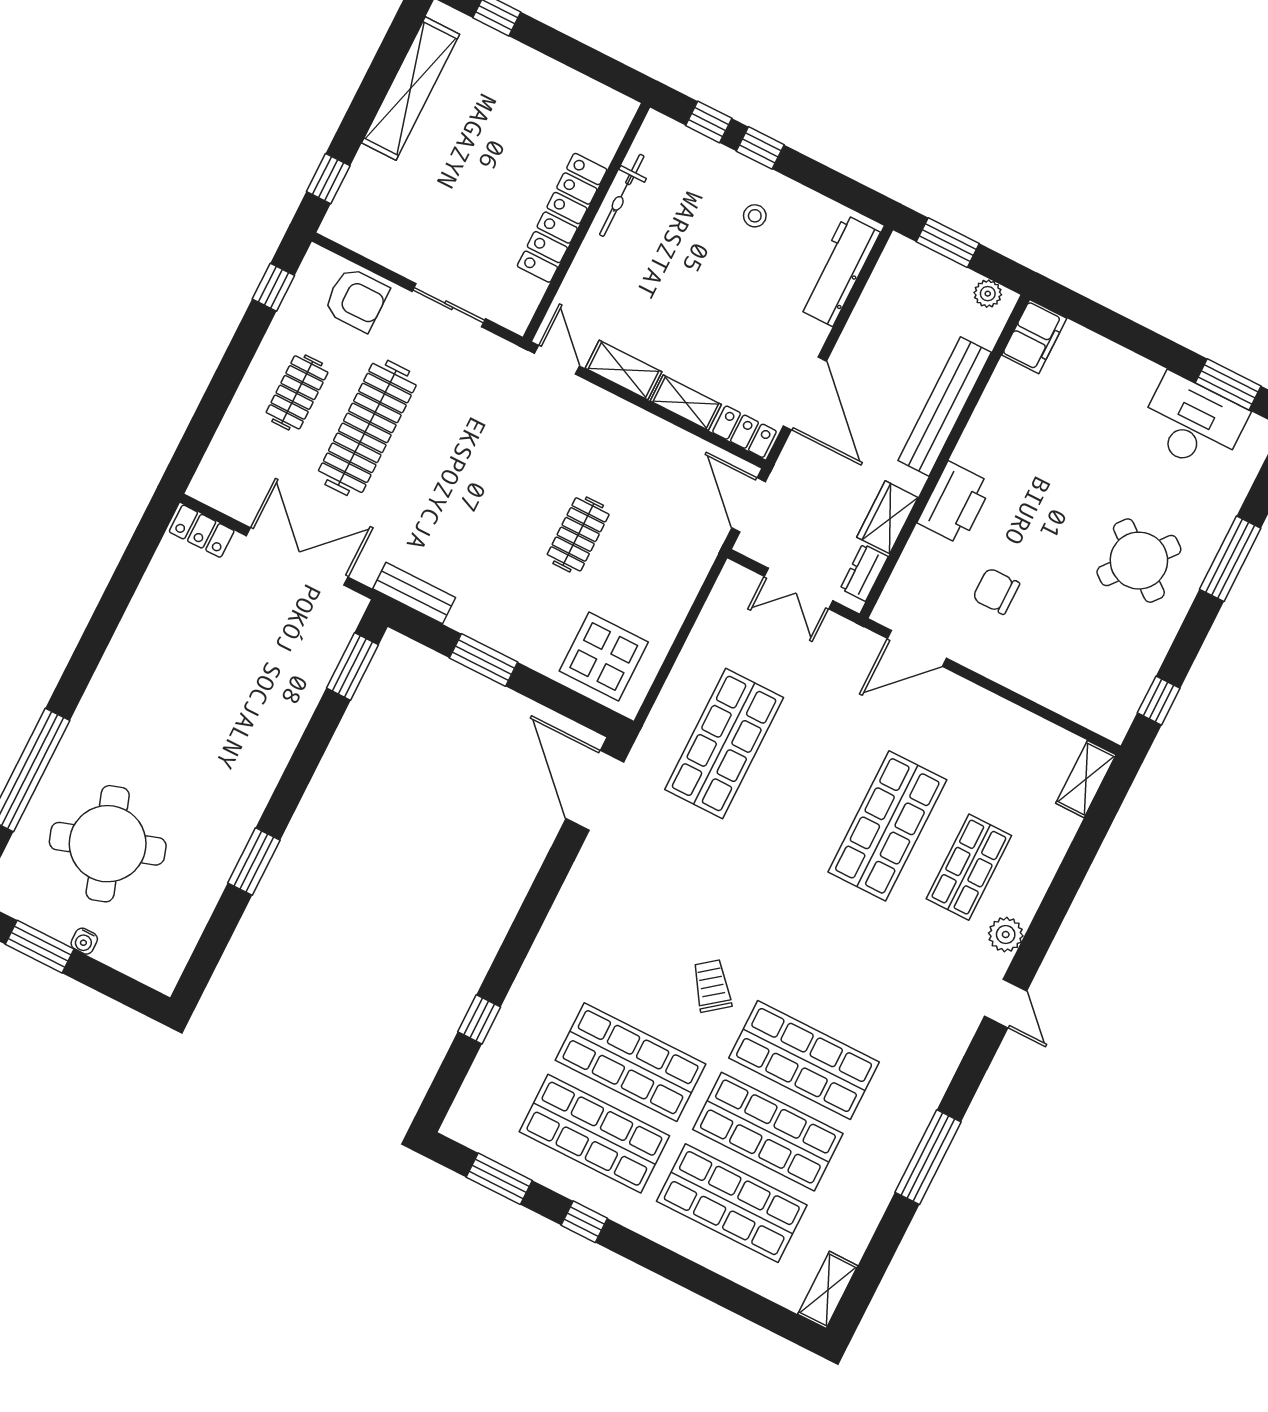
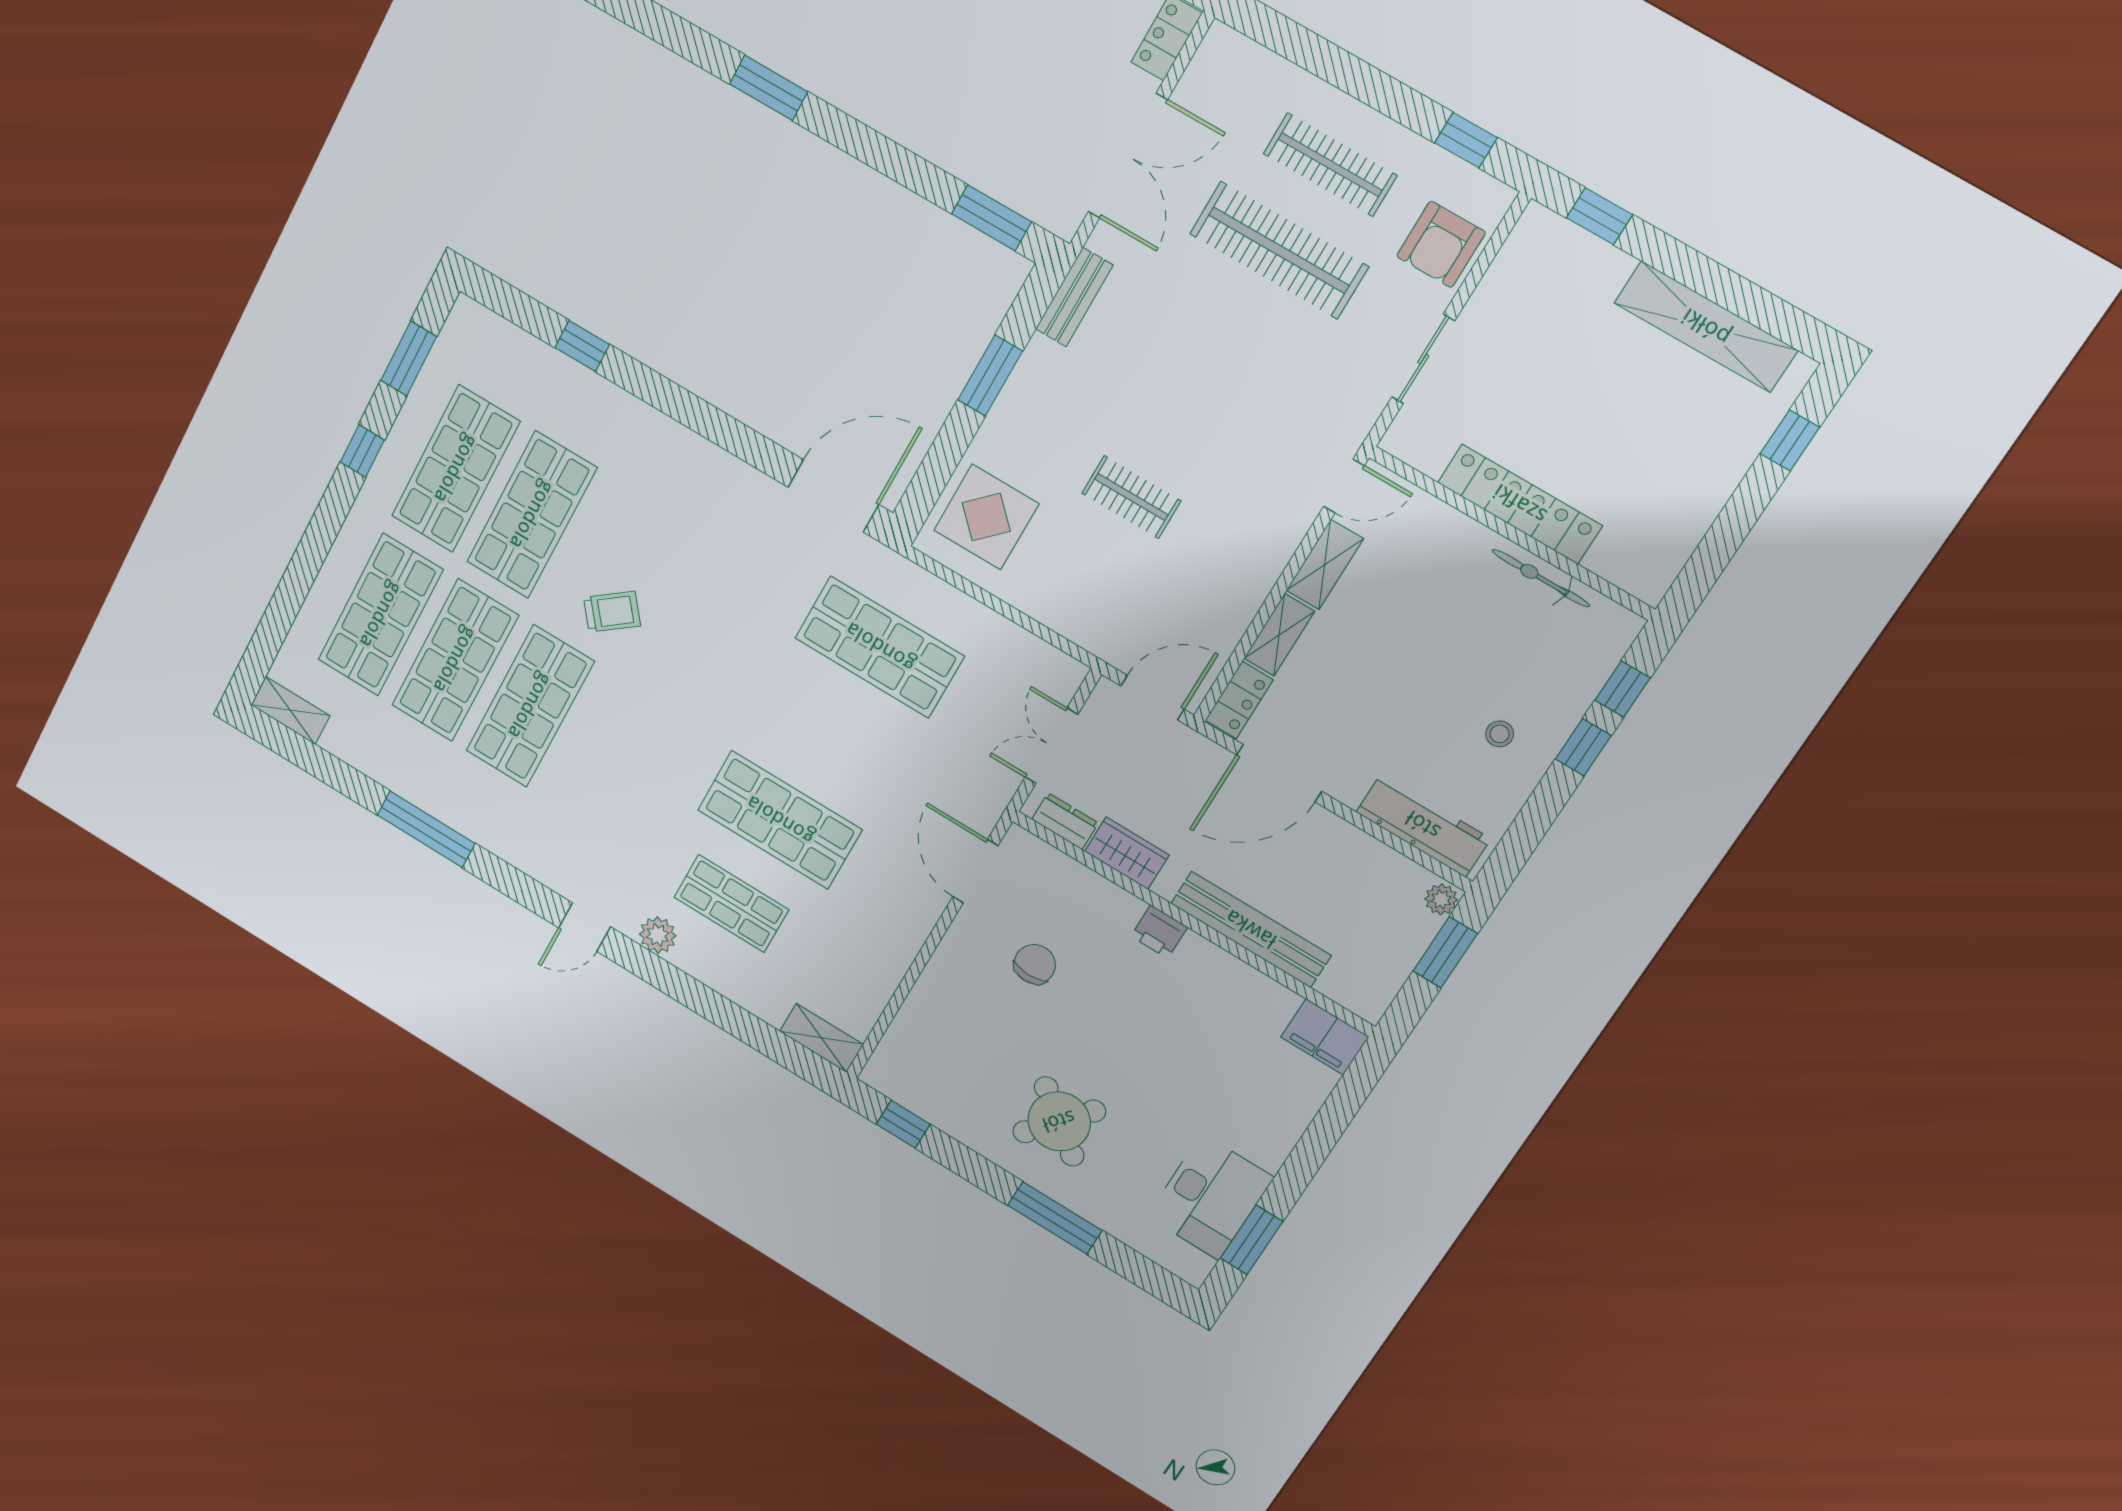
plant: (988, 294) -> (1441, 899), moved
clothes rail: (297, 392) -> (1330, 165), width x1.36
printer: (955, 503) -> (1159, 932), width x0.53, depth x0.68

